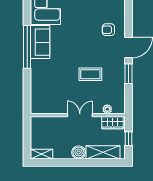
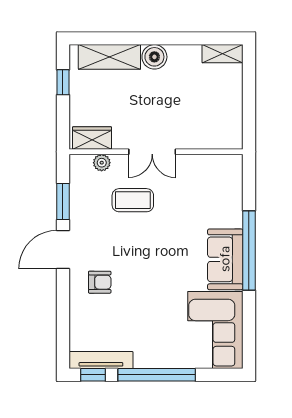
plant: (107, 109) -> (102, 163), moved
wall: (78, 115) -> (156, 152), moved
double door: (80, 115) -> (152, 152), moved
wardrobe: (113, 123) -> (92, 138), moved

